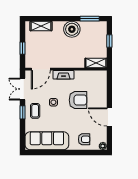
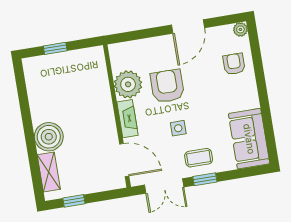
window: (90, 19) -> (22, 89), removed
boiler: (72, 29) -> (49, 137), moved
window: (23, 48) -> (74, 201), moved
shelving: (96, 63) -> (98, 65), removed
plant: (83, 78) -> (128, 84), added
sofa: (47, 141) -> (249, 139), width x0.73

